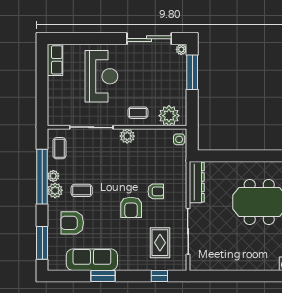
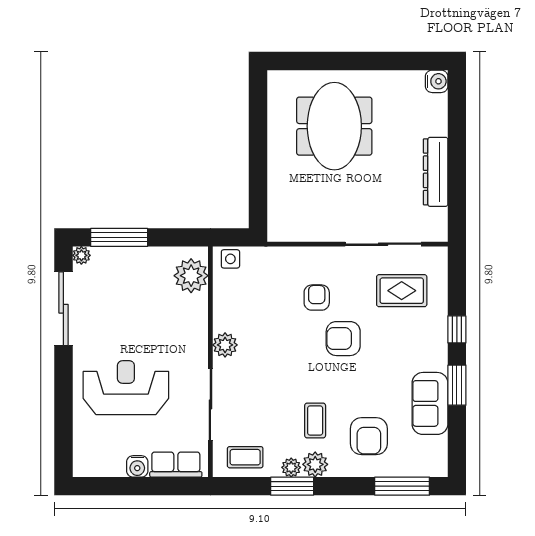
row of seats: (55, 60) -> (176, 465), moved
water cooler: (54, 83) -> (137, 466), added
coffee table: (138, 113) -> (186, 327), removed
window: (42, 177) -> (292, 486), width x0.47
dresser: (197, 182) -> (436, 172), moved, turned -90
armchair: (131, 207) -> (343, 339), turned 180
sofa: (92, 260) -> (430, 403), width x0.73
window: (159, 276) -> (457, 329), moved

